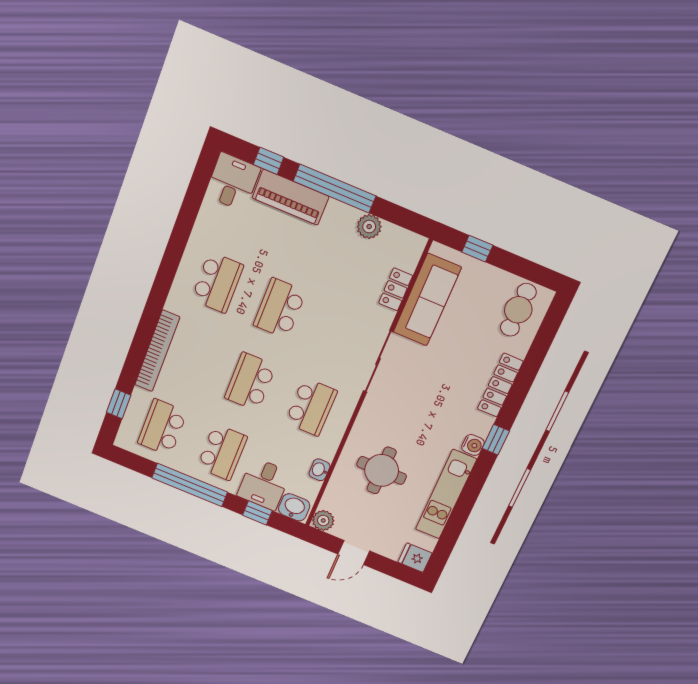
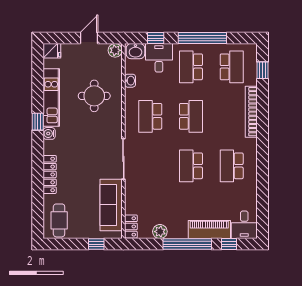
locker: (396, 289) -> (131, 226), moved
school desk: (280, 308) -> (191, 166), turned 180
window: (496, 440) -> (38, 122), moved

